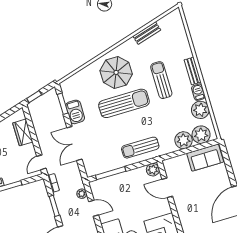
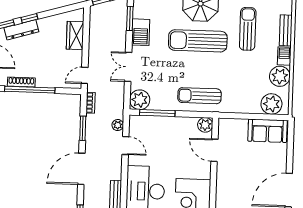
sun lounger: (124, 103) -> (198, 41), turned 180
plant: (184, 140) -> (140, 100), moved
double door: (74, 143) -> (128, 67), width x0.73

